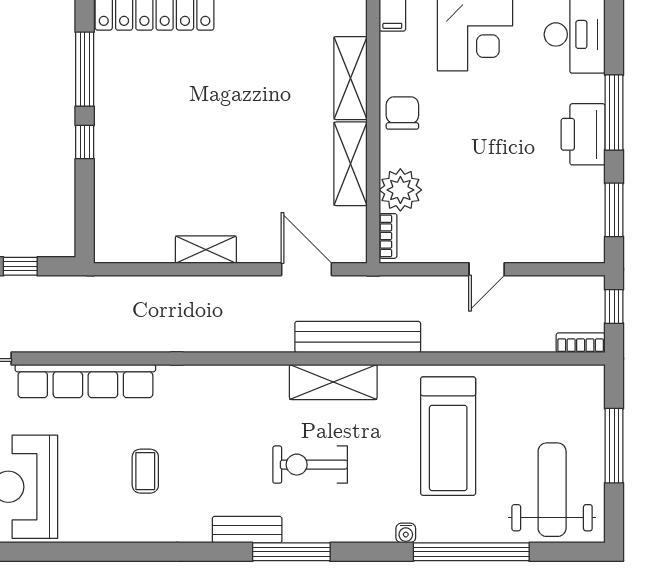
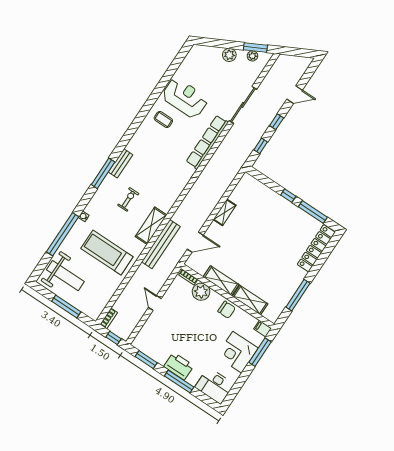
exercise bike: (310, 465) -> (128, 199), width x0.73, depth x0.72
coffee table: (145, 471) -> (163, 120), moved

